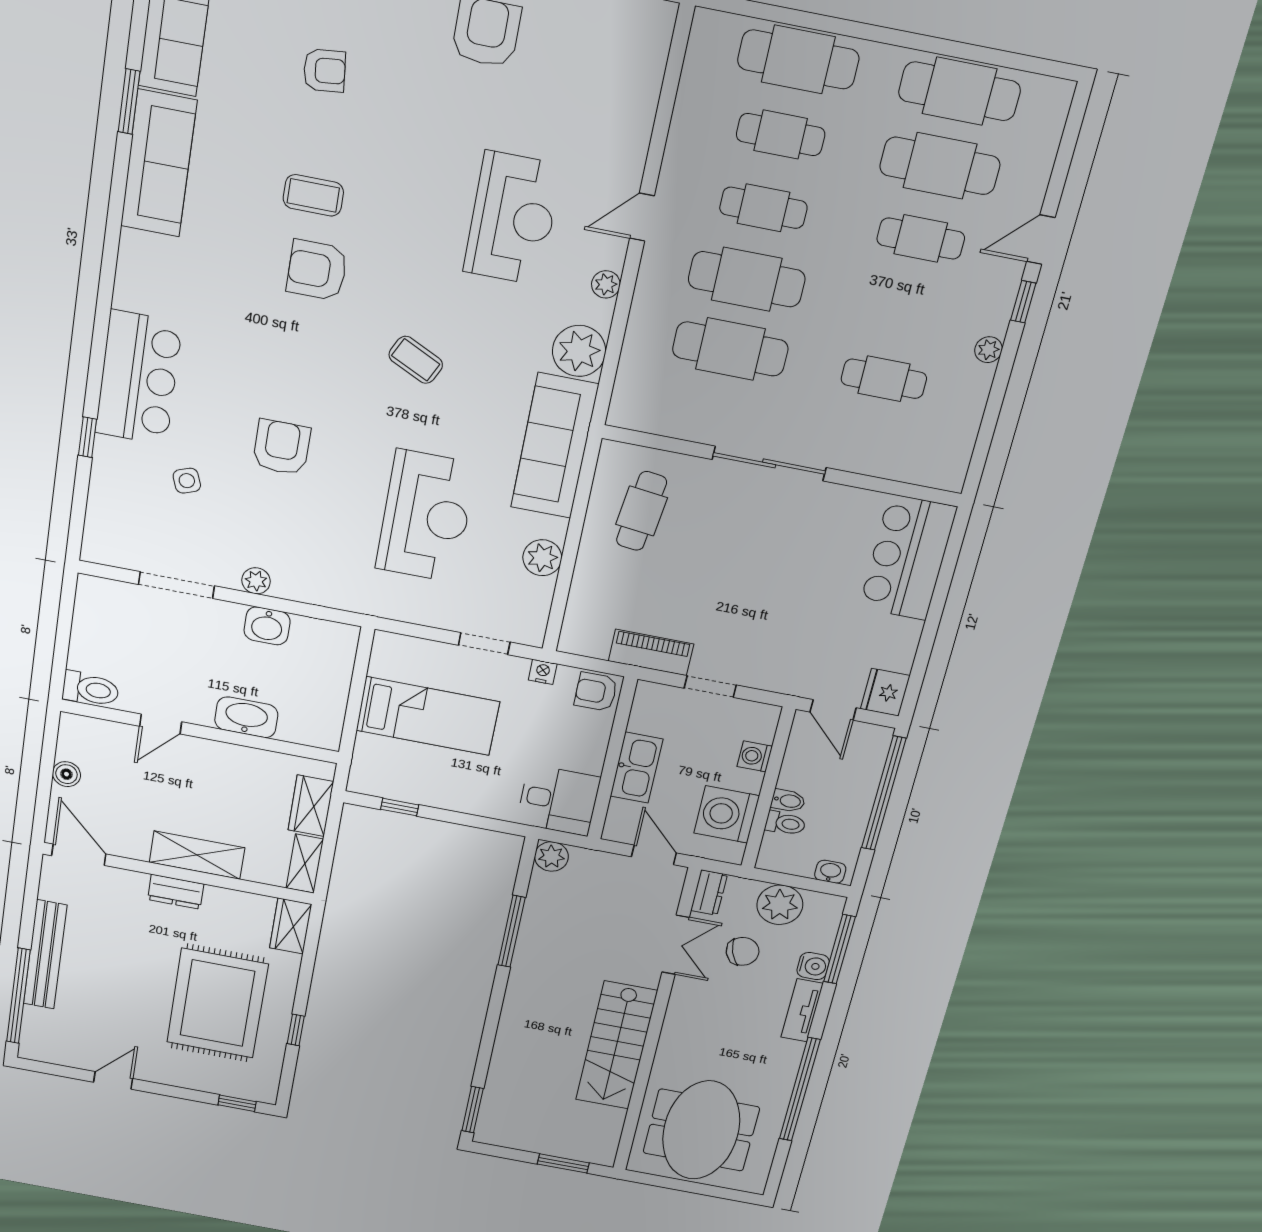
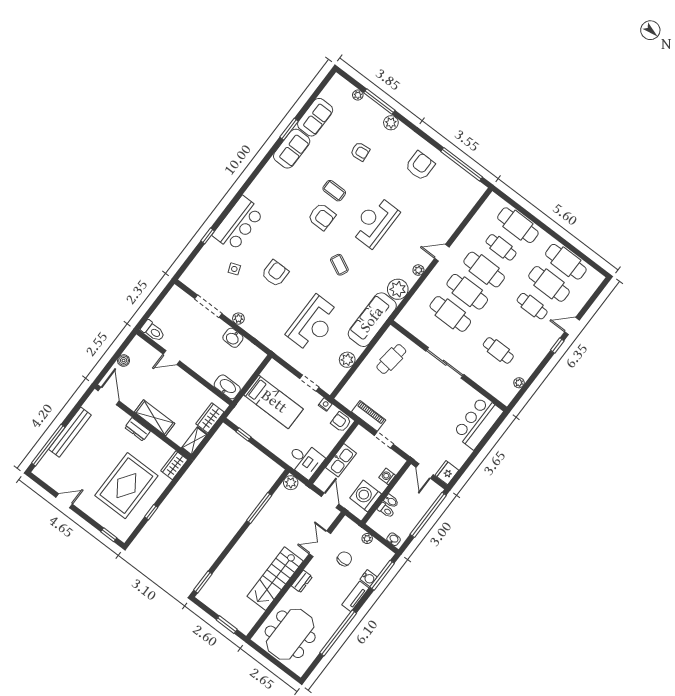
sofa: (159, 164) -> (292, 149), width x0.73
cafe table: (763, 208) -> (484, 270), width x1.37, depth x1.35
reception desk: (513, 218) -> (375, 222), moved, turned 180
armchair: (317, 270) -> (322, 217), turned 180
plant: (988, 350) -> (519, 383), moved
washbasin: (246, 717) -> (227, 387), moved
dresser: (709, 893) -> (302, 581), moved
plant: (780, 905) -> (367, 538), width x0.53, depth x0.53
double door: (676, 945) -> (320, 544), swing flipped
chair: (743, 951) -> (344, 559), turned -71

